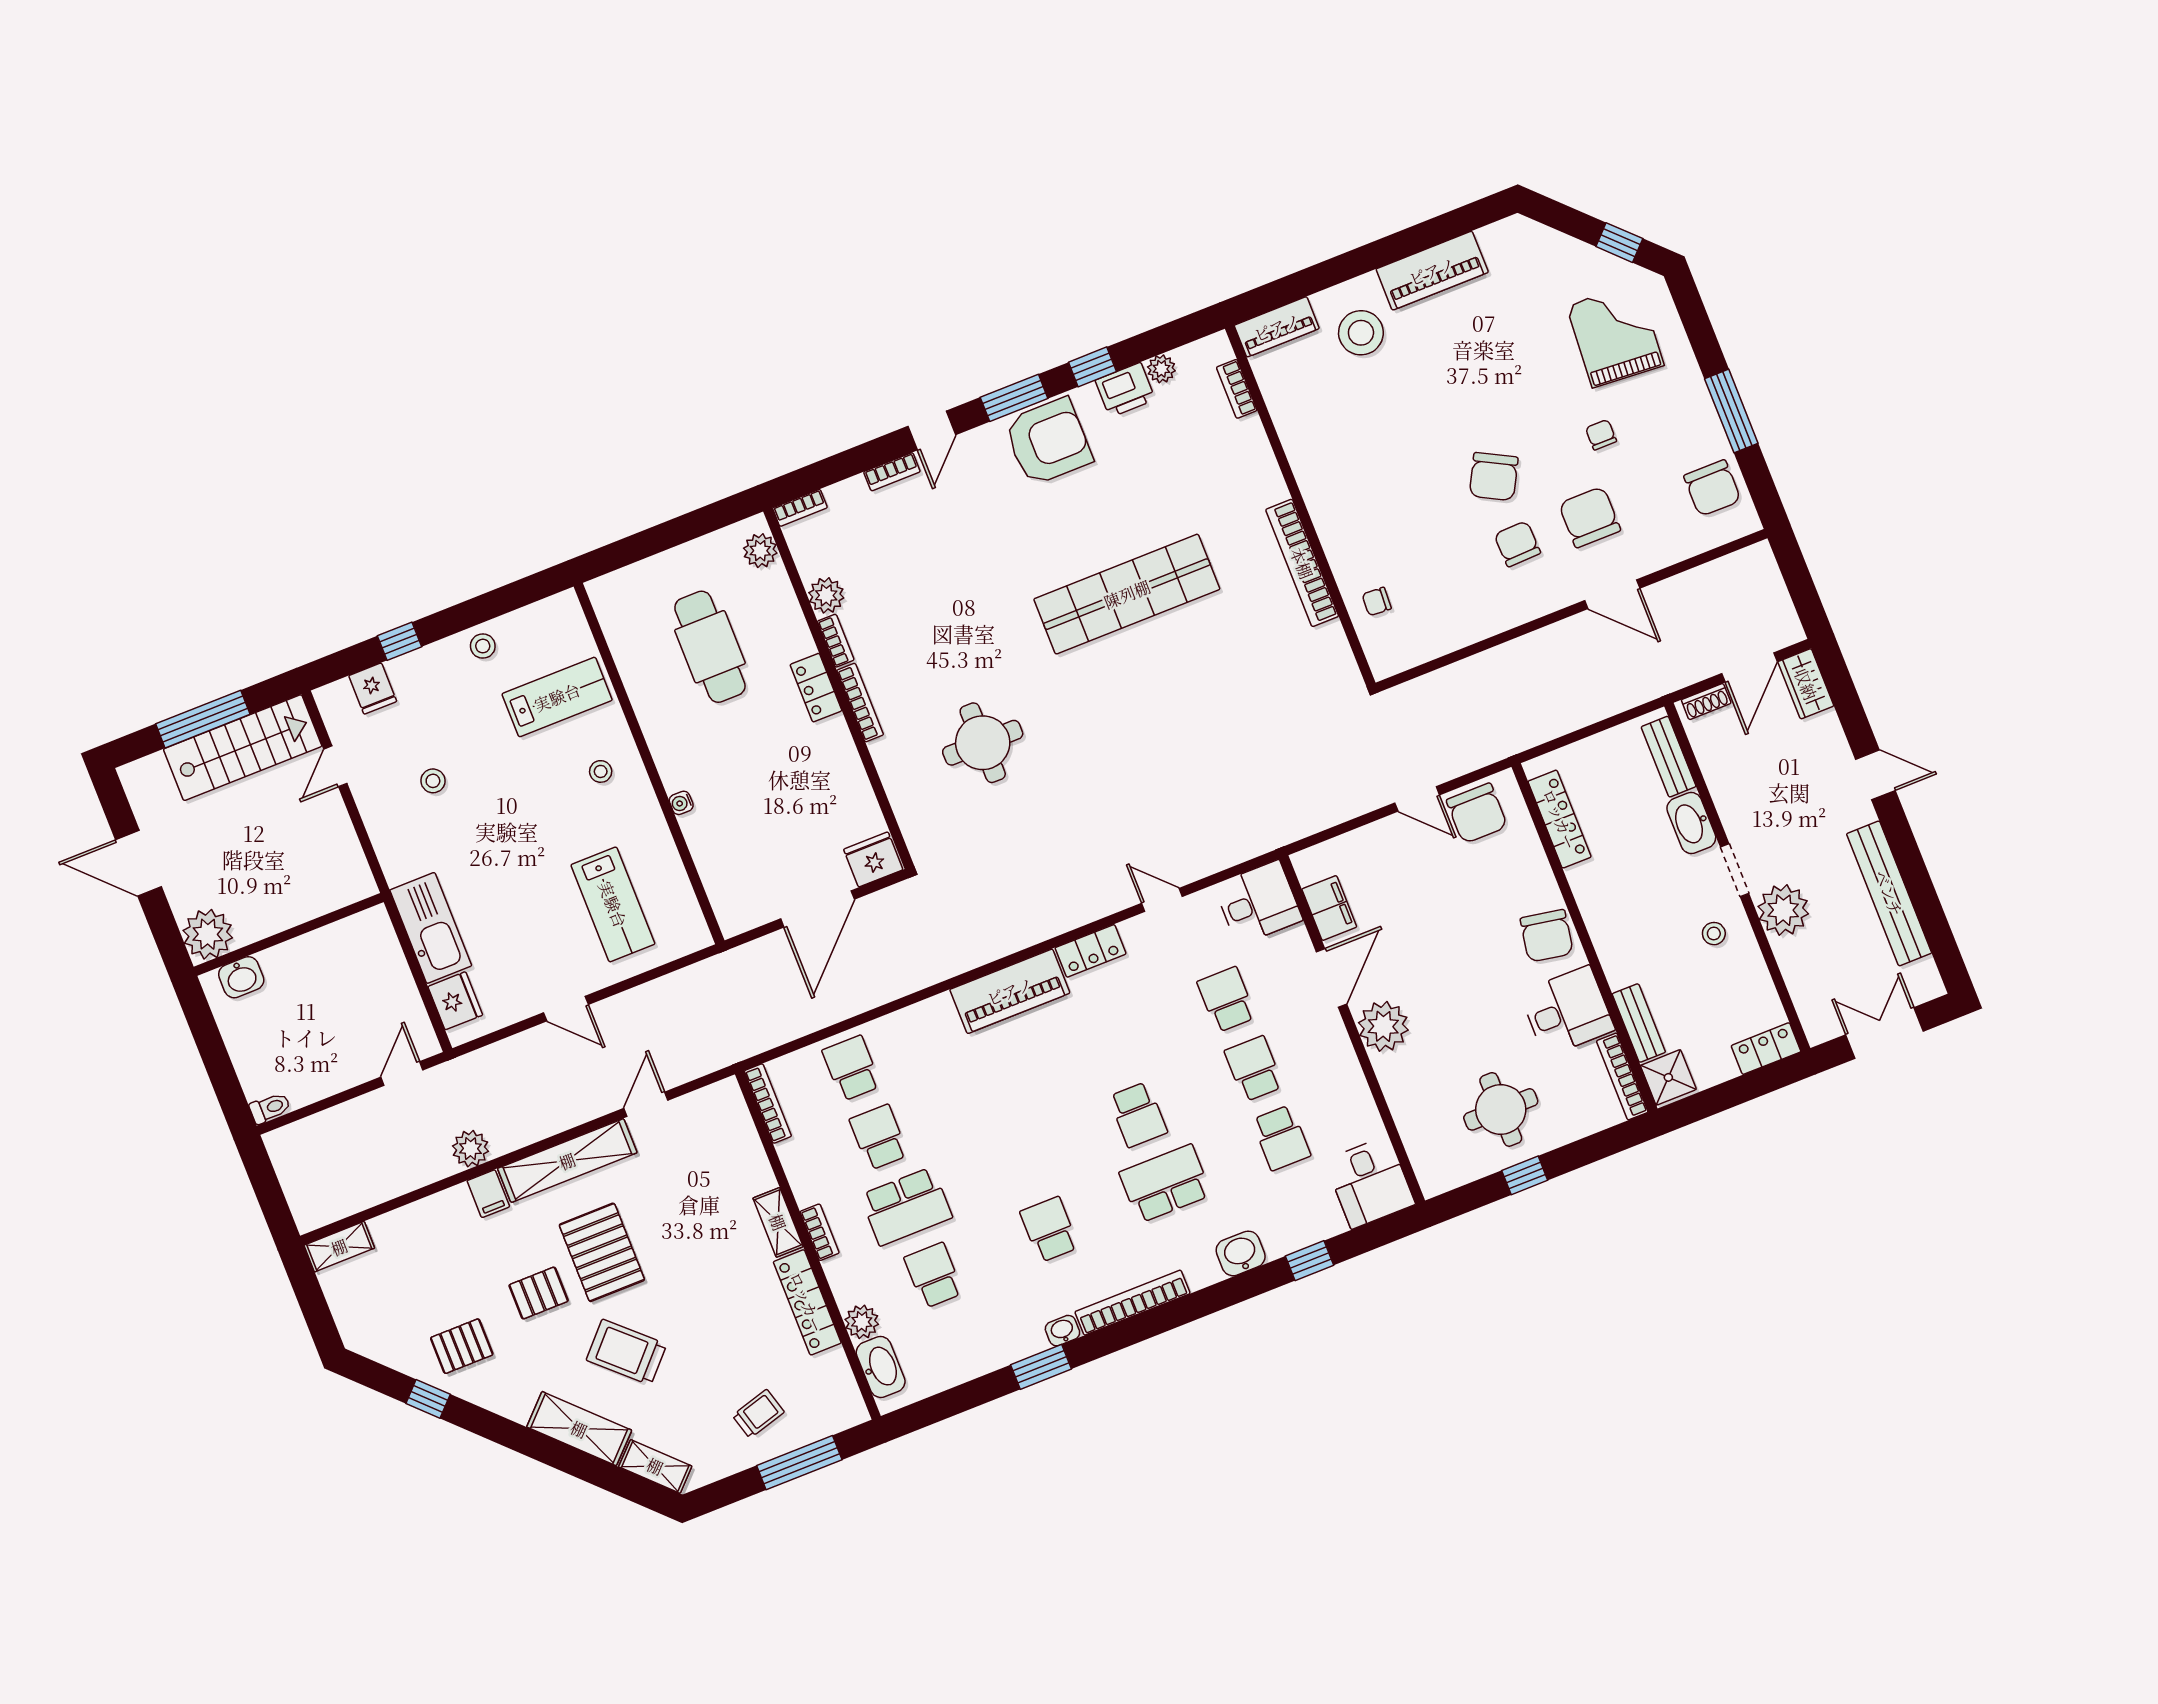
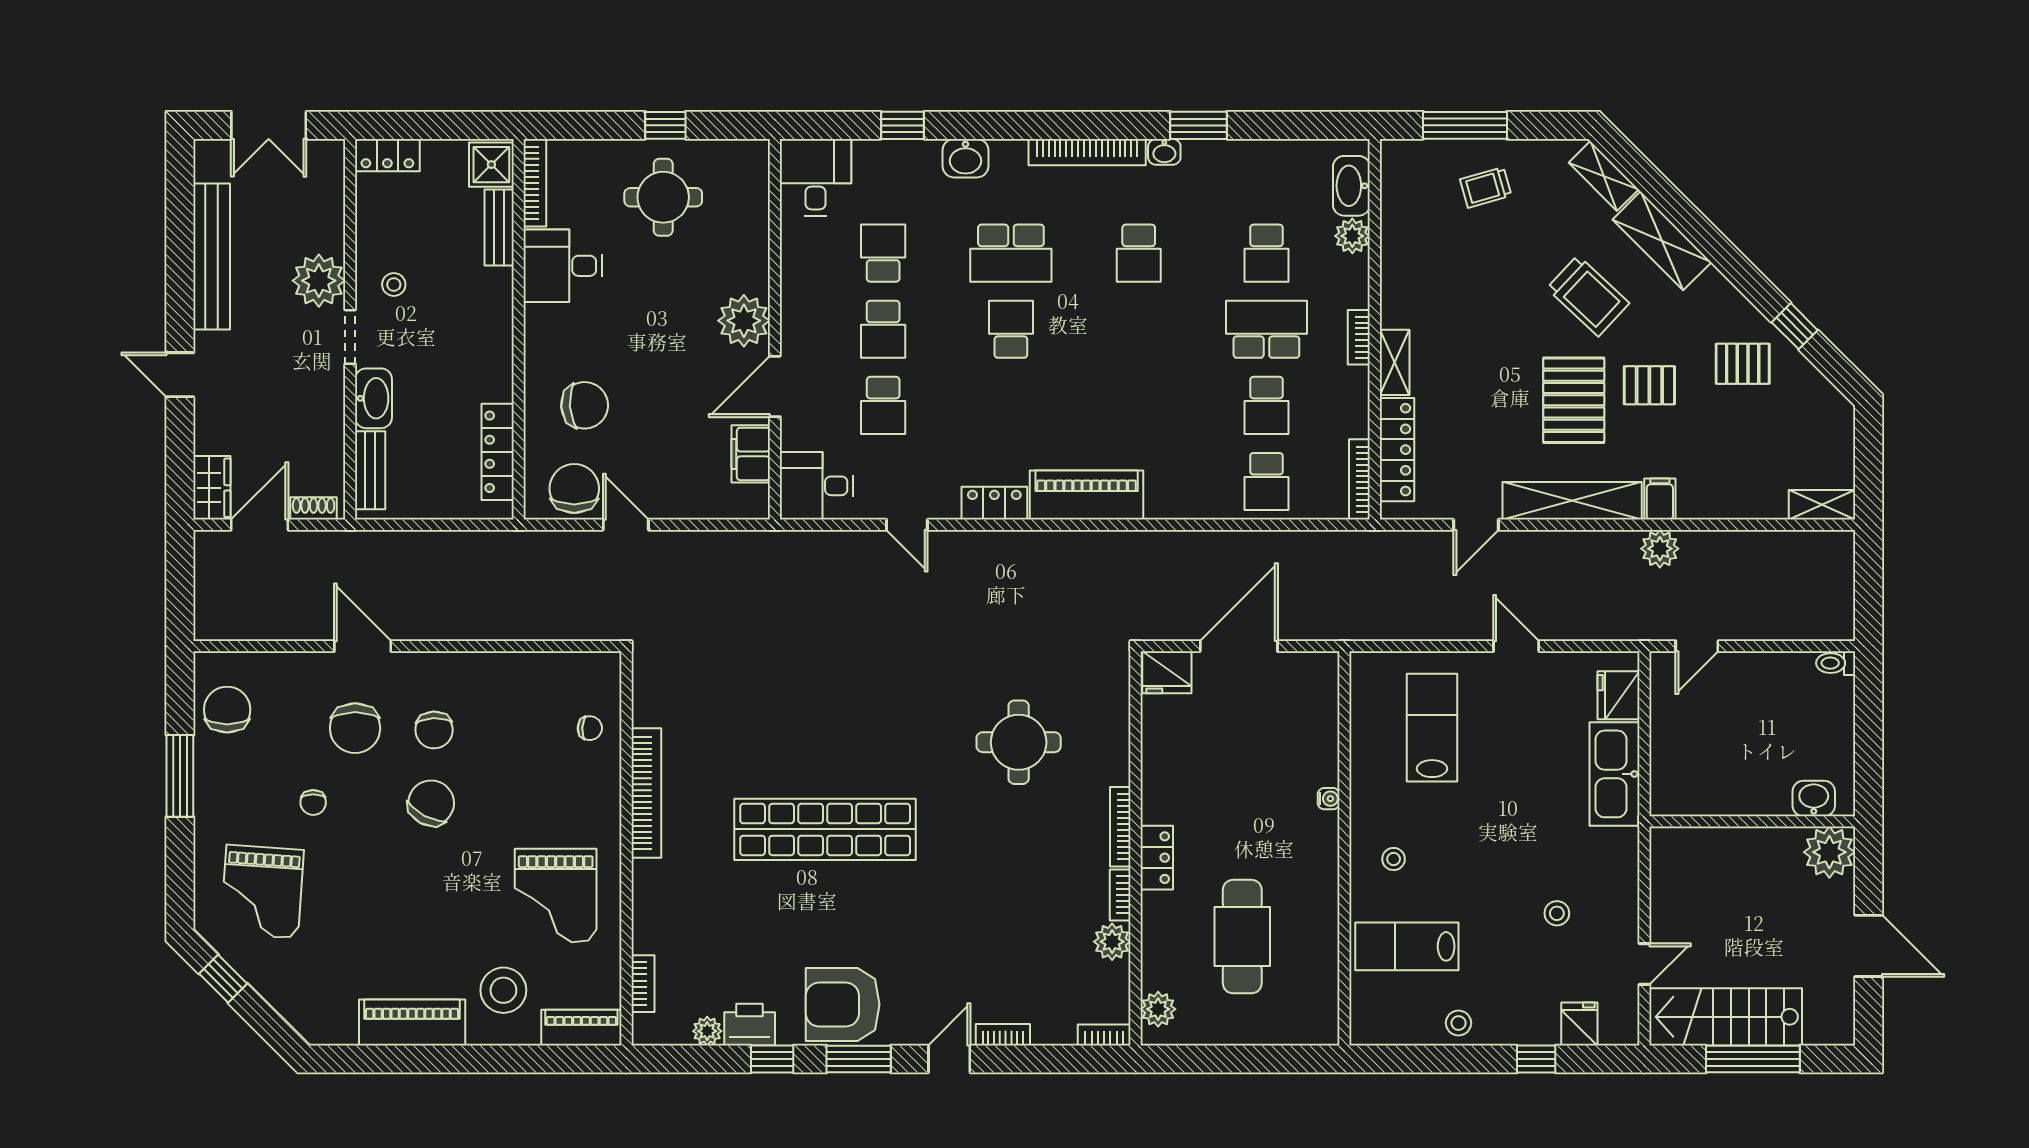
grand piano: (1348, 437) -> (556, 896), added
chair: (1547, 936) -> (585, 405), moved, turned 76
locker: (807, 1302) -> (1397, 450), moved

